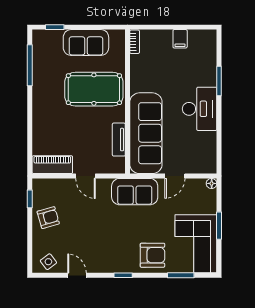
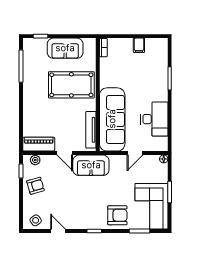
desk: (200, 109) -> (154, 119), moved
tv unit: (119, 140) -> (91, 130), width x1.41
plant: (48, 185) -> (35, 160), added
sofa: (135, 192) -> (91, 165), moved

